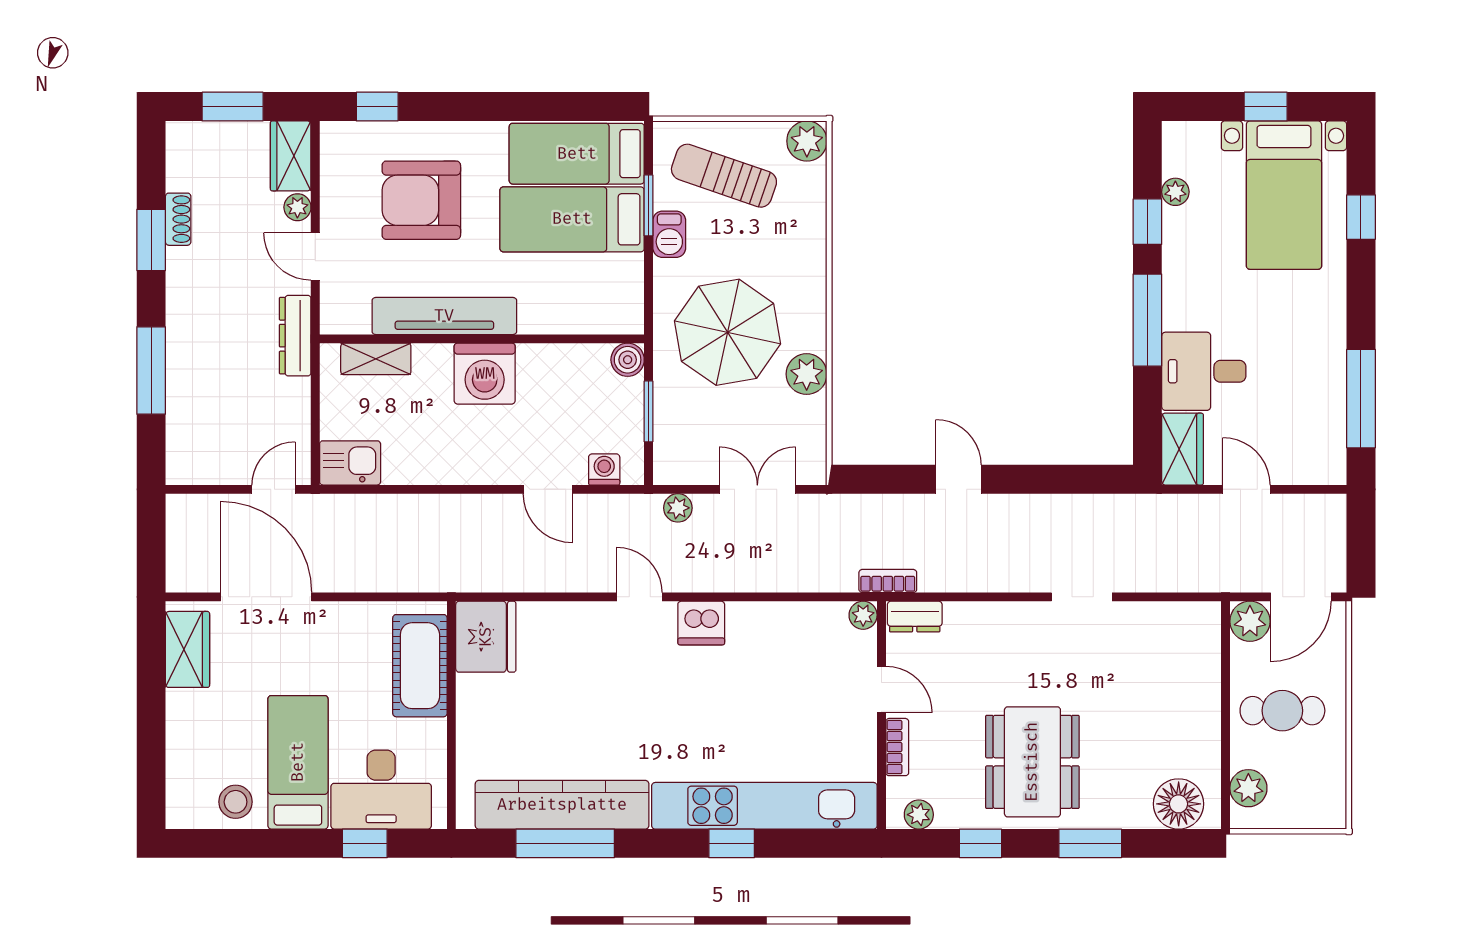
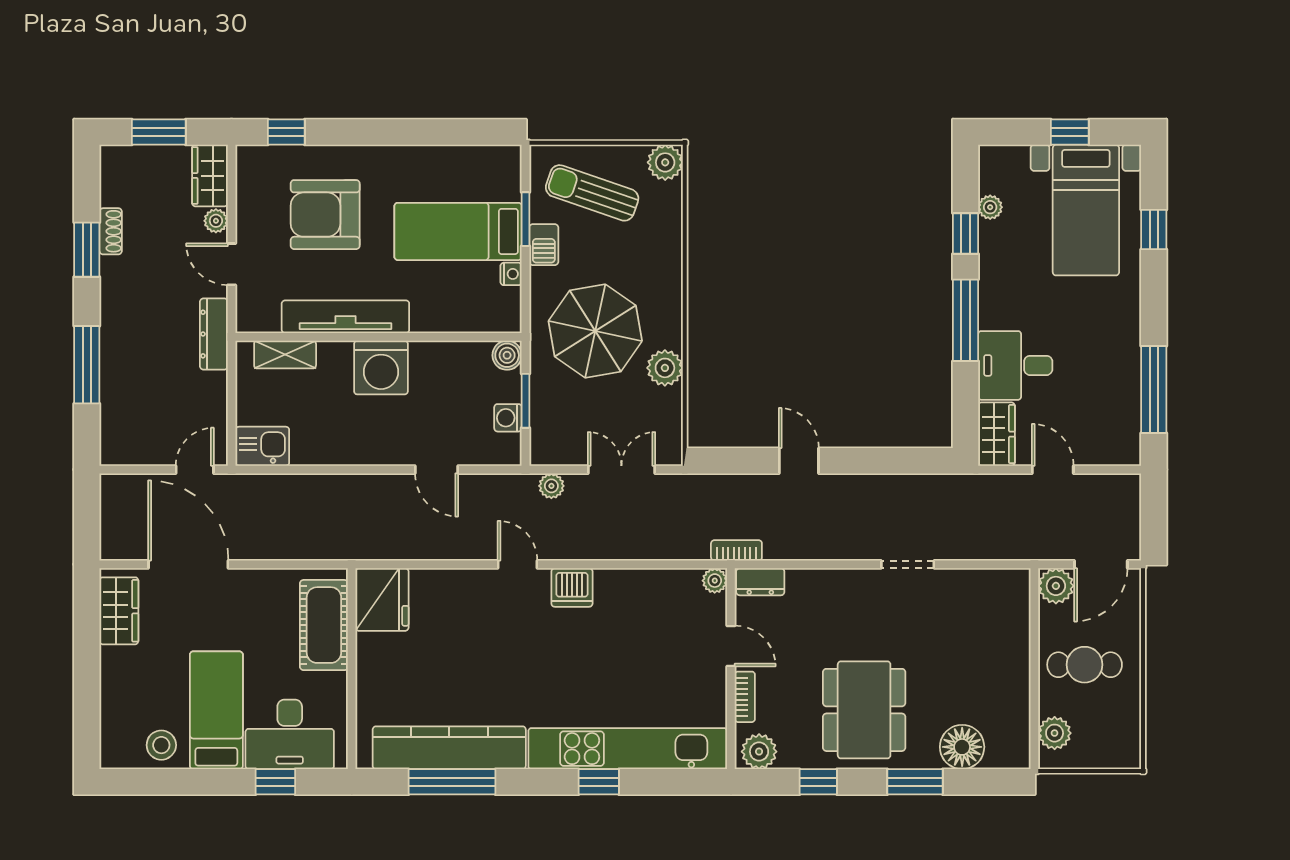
bed: (577, 154) -> (462, 174), removed
nightstand: (632, 267) -> (511, 274), added
washing machine: (604, 469) -> (508, 418), moved, turned -90
floor lamp: (1179, 804) -> (962, 747), moved
plant: (919, 815) -> (759, 752), width x1.38, depth x1.38

